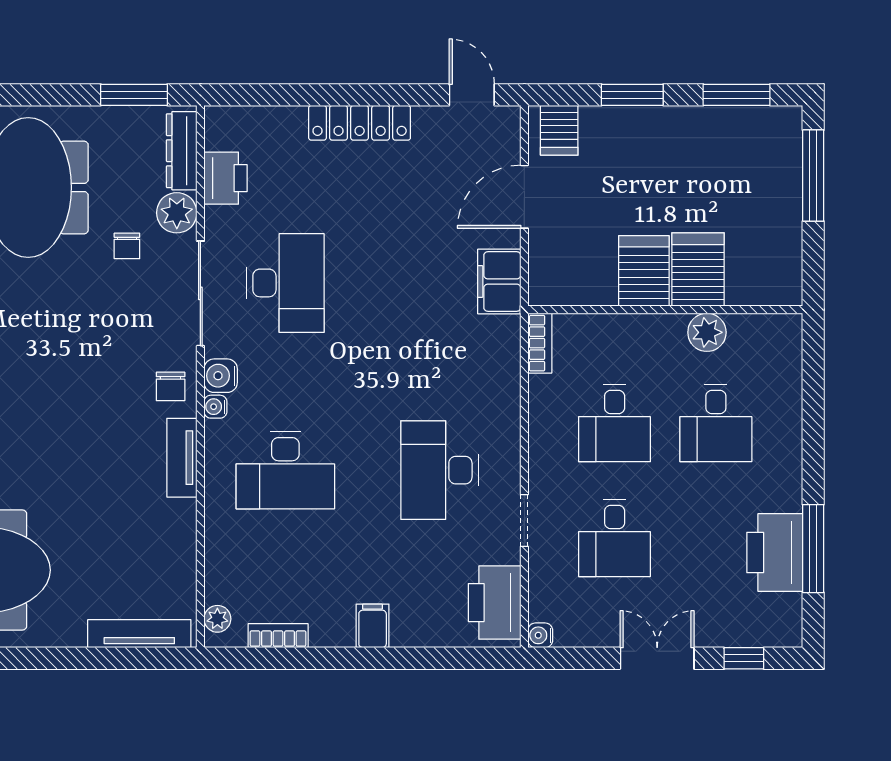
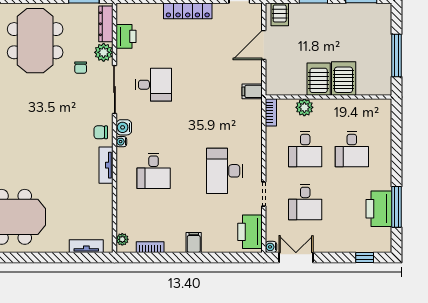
window: (813, 176) -> (397, 55), moved
filing cabinet: (499, 282) -> (252, 91), width x0.50
desk: (285, 283) -> (154, 85), width x0.73
plant: (707, 332) -> (304, 107), moved
chair: (171, 386) -> (101, 132), turned 90
desk: (285, 470) -> (154, 171), width x0.73
tv unit: (139, 634) -> (86, 246), width x0.71
double door: (657, 658) -> (296, 257), moved

